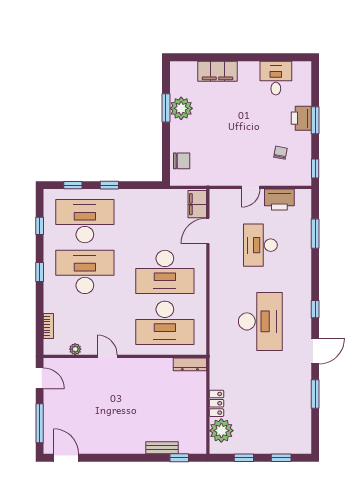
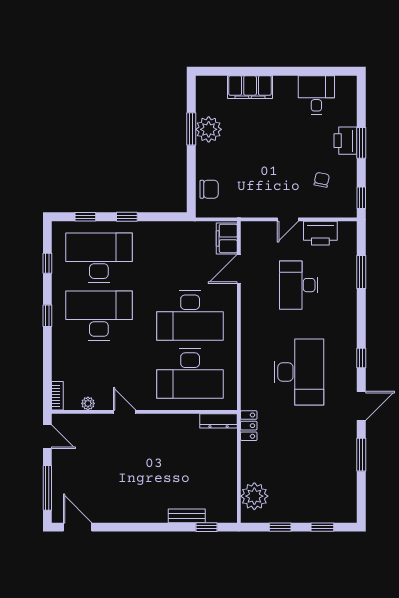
bookcase: (48, 326) -> (57, 396), moved
locker: (216, 403) -> (249, 426), moved

